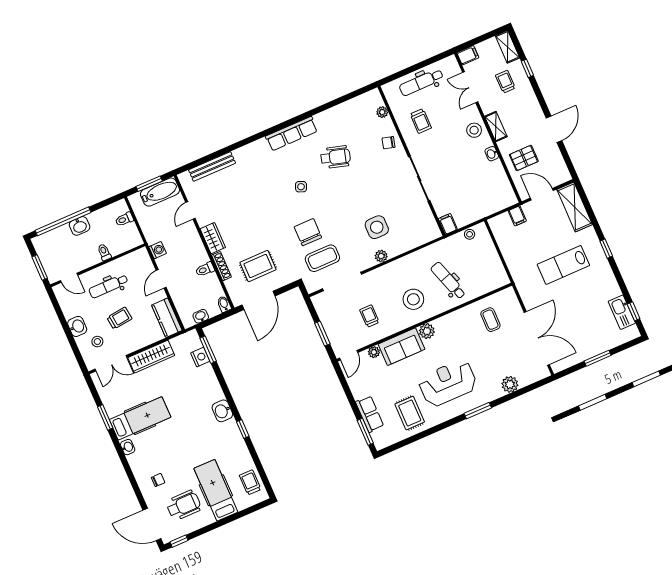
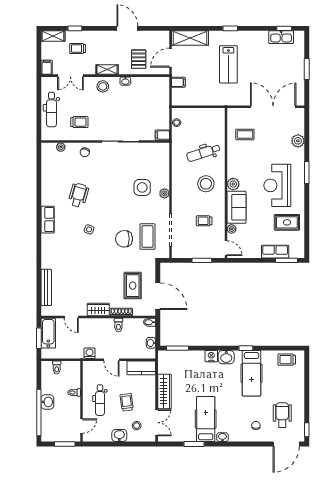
row of seats: (292, 134) -> (48, 220), width x0.68
nightstand: (200, 357) -> (211, 356), moved
hospital bed: (216, 490) -> (251, 373), moved, turned -90

